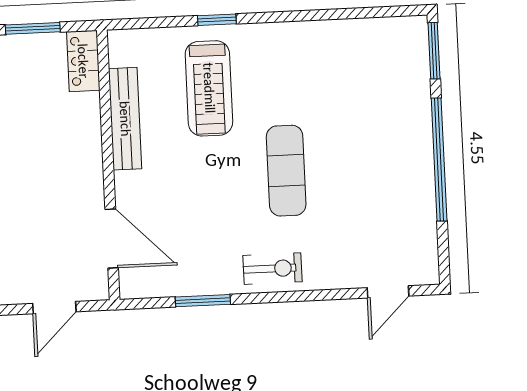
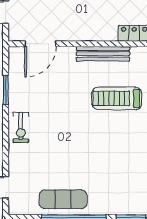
exercise mat: (286, 171) -> (63, 199), moved

